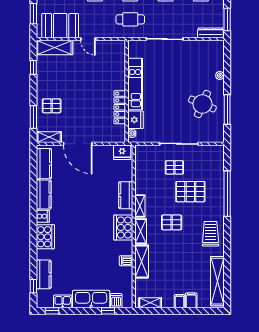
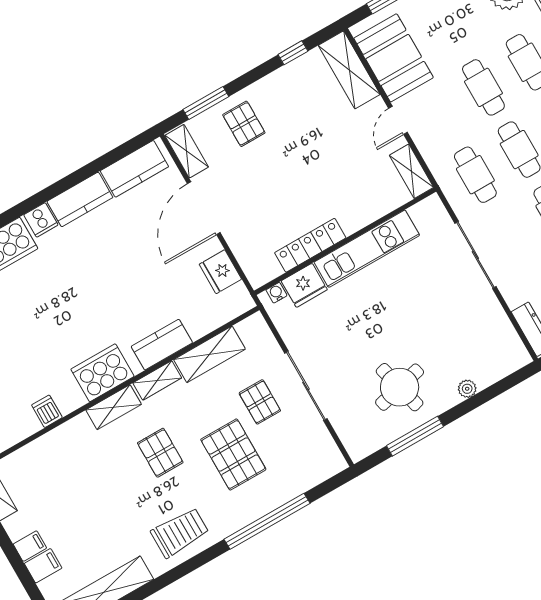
shelving: (113, 46) -> (411, 171), added
round table: (202, 104) -> (400, 387), turned -37
fridge: (122, 152) -> (220, 272), moved
shelving: (142, 261) -> (209, 354), moved

